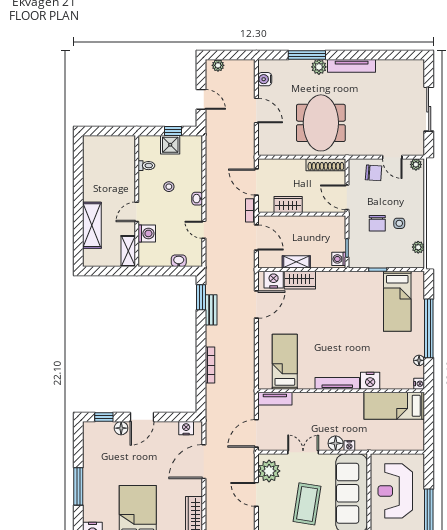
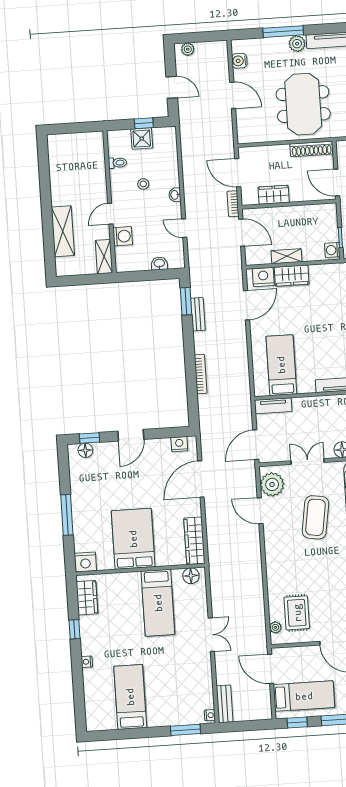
floor lamp: (121, 428) -> (85, 450), moved

